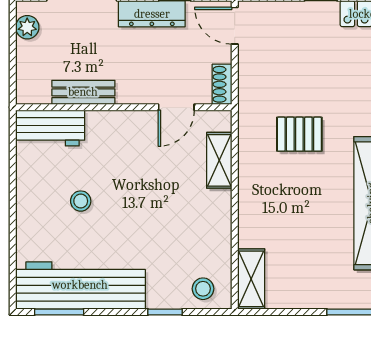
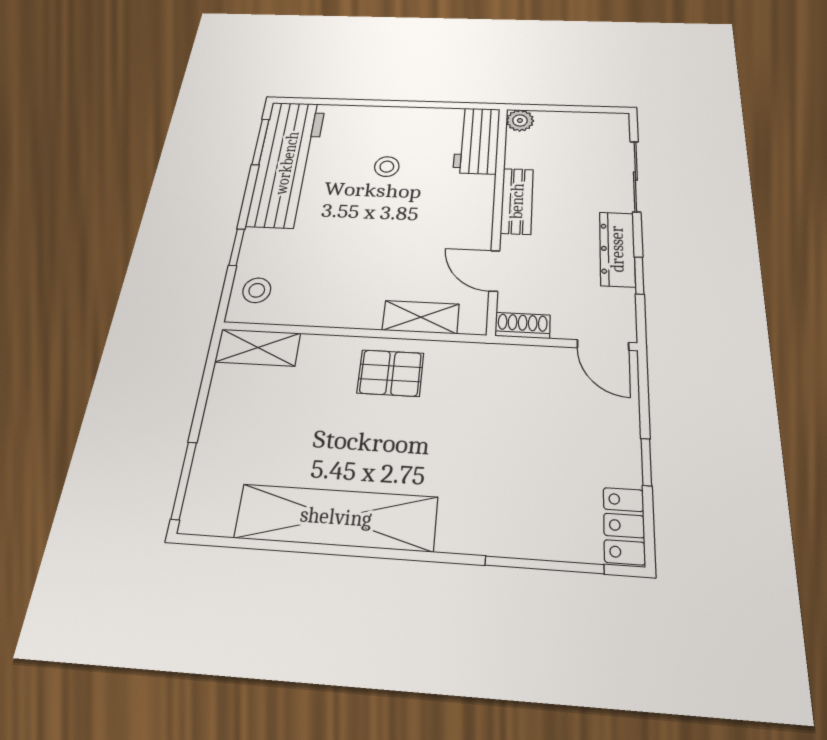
door: (235, 26) -> (603, 345), swing flipped
plant: (27, 27) -> (520, 120), moved
bench: (83, 92) -> (517, 201), moved
pallet: (299, 134) -> (390, 373), moved, turned 90

